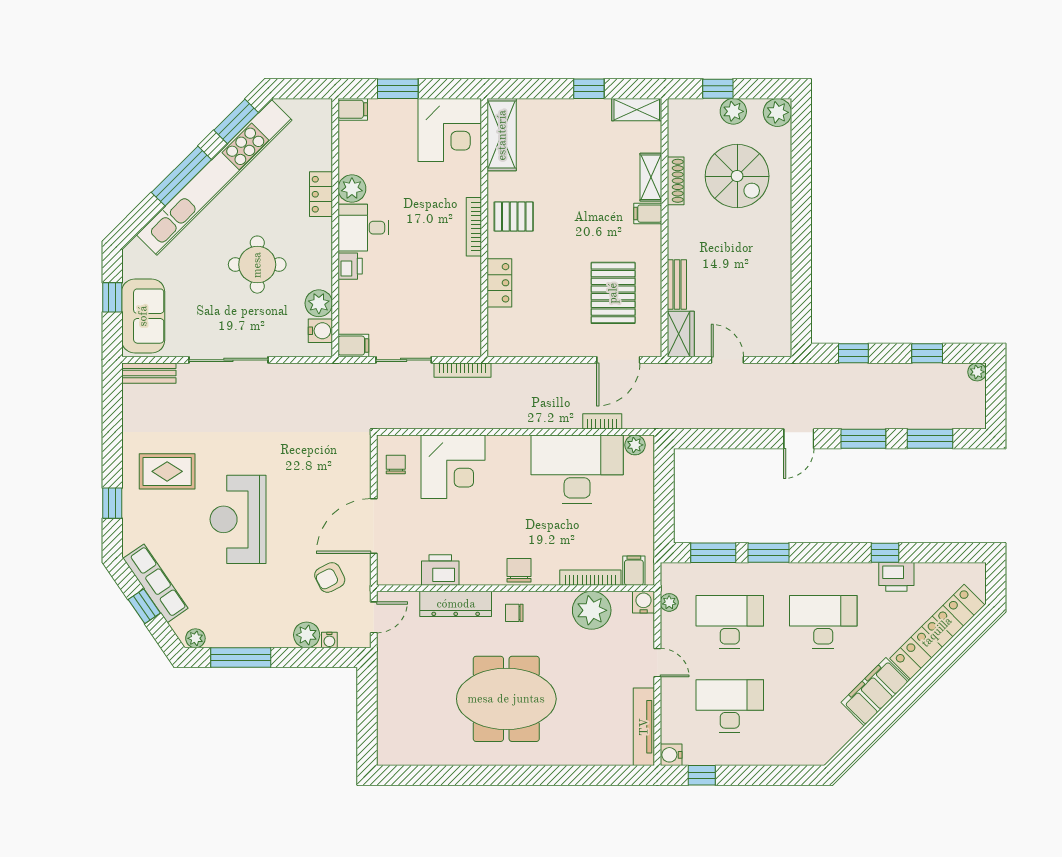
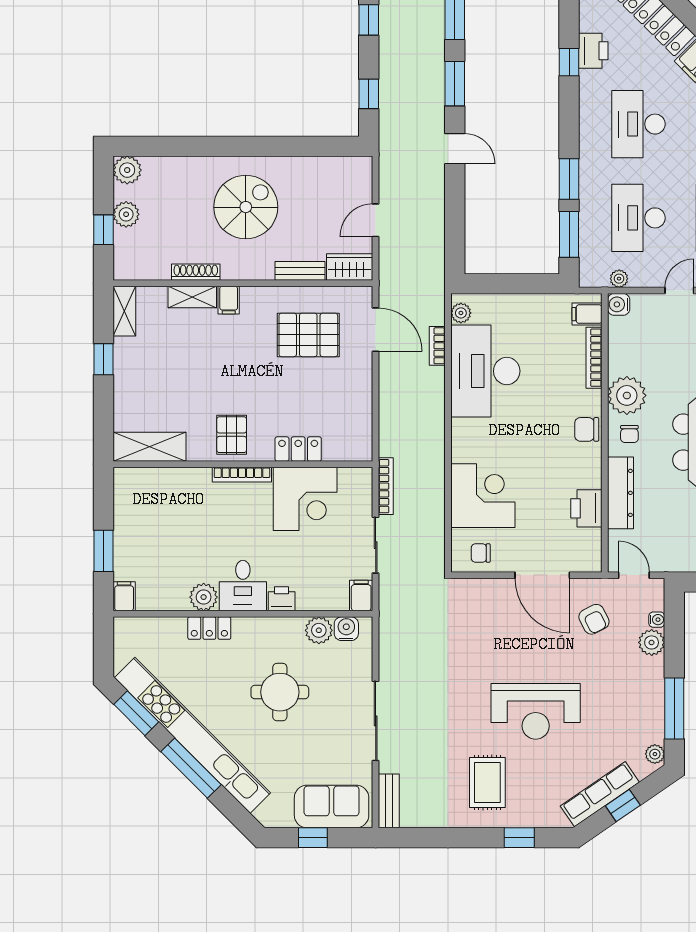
corner desk: (450, 130) -> (305, 499), moved, turned 90
spiral stairs: (737, 176) -> (246, 207), moved
plant: (592, 610) -> (627, 395), moved

